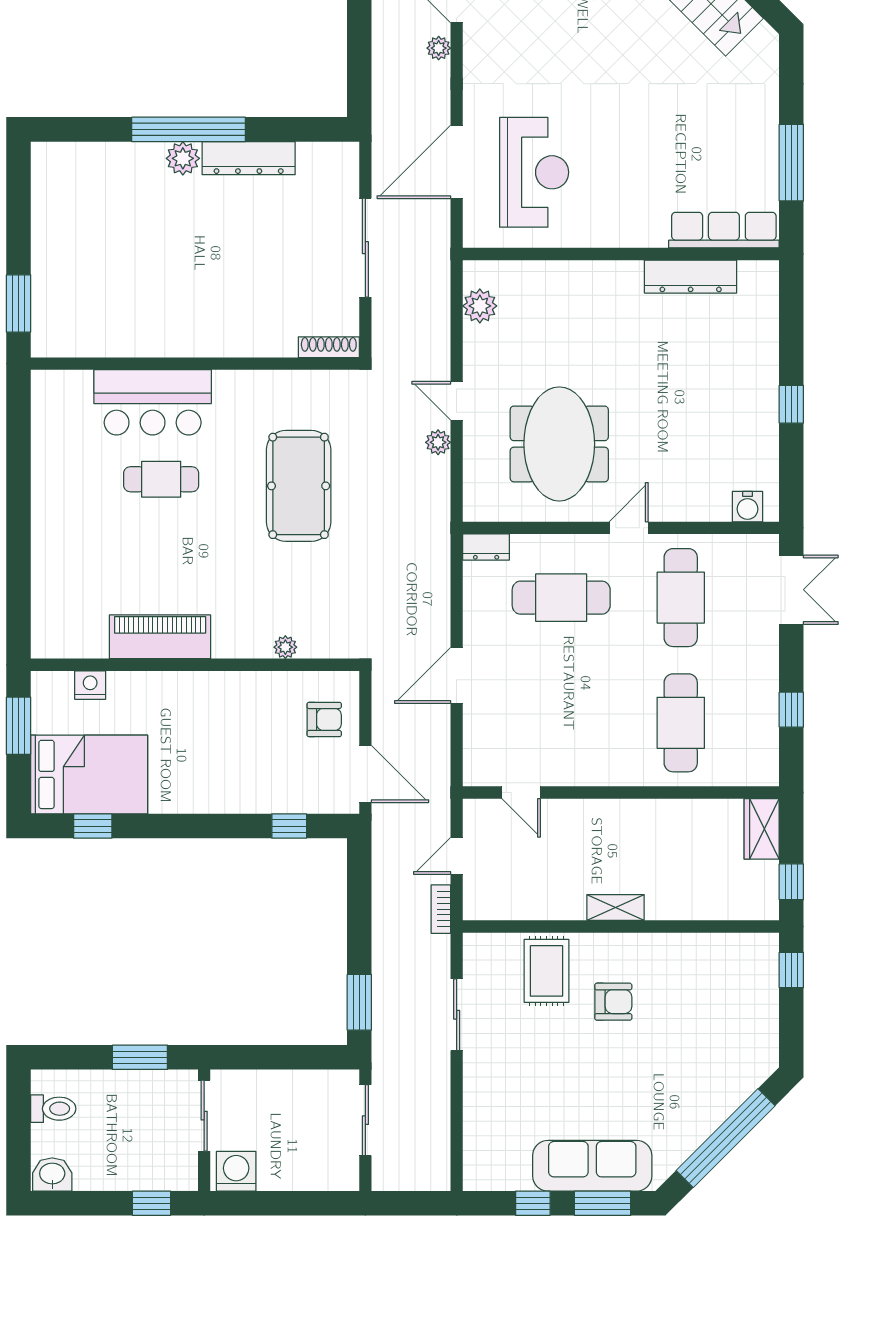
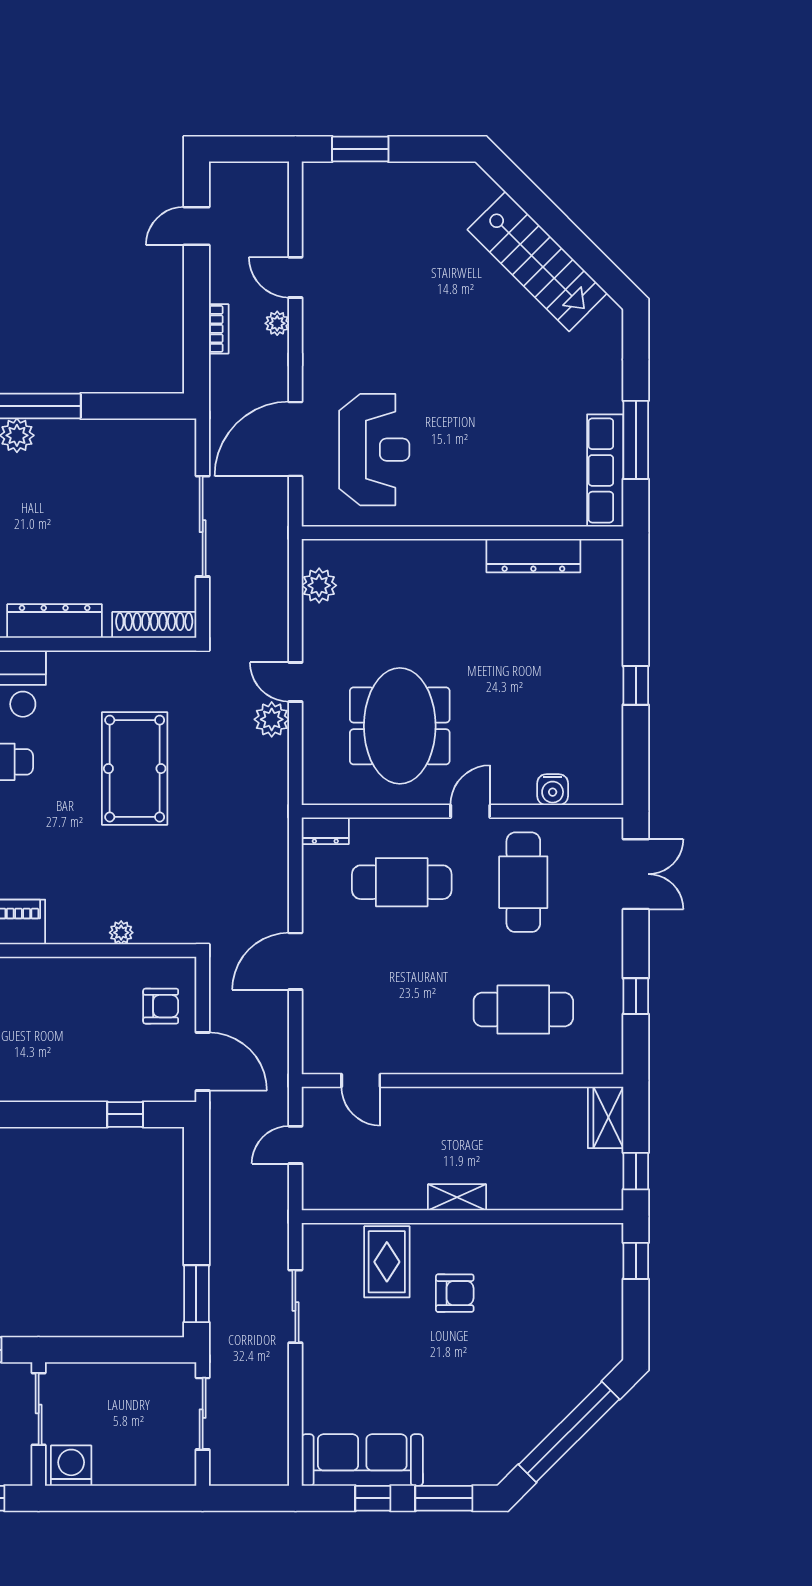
dresser: (249, 158) -> (55, 621), moved, turned 180
row of seats: (724, 230) -> (605, 470), moved, turned -90
shoe rack: (329, 347) -> (154, 625), width x1.36, depth x1.24
plant: (438, 442) -> (272, 719), width x1.38, depth x1.38
water cooler: (748, 507) -> (553, 790), moved
cafe table: (681, 723) -> (523, 1010), turned 90
bookcase: (441, 909) -> (219, 329), moved, turned 180
sofa: (592, 1166) -> (362, 1460), moved

